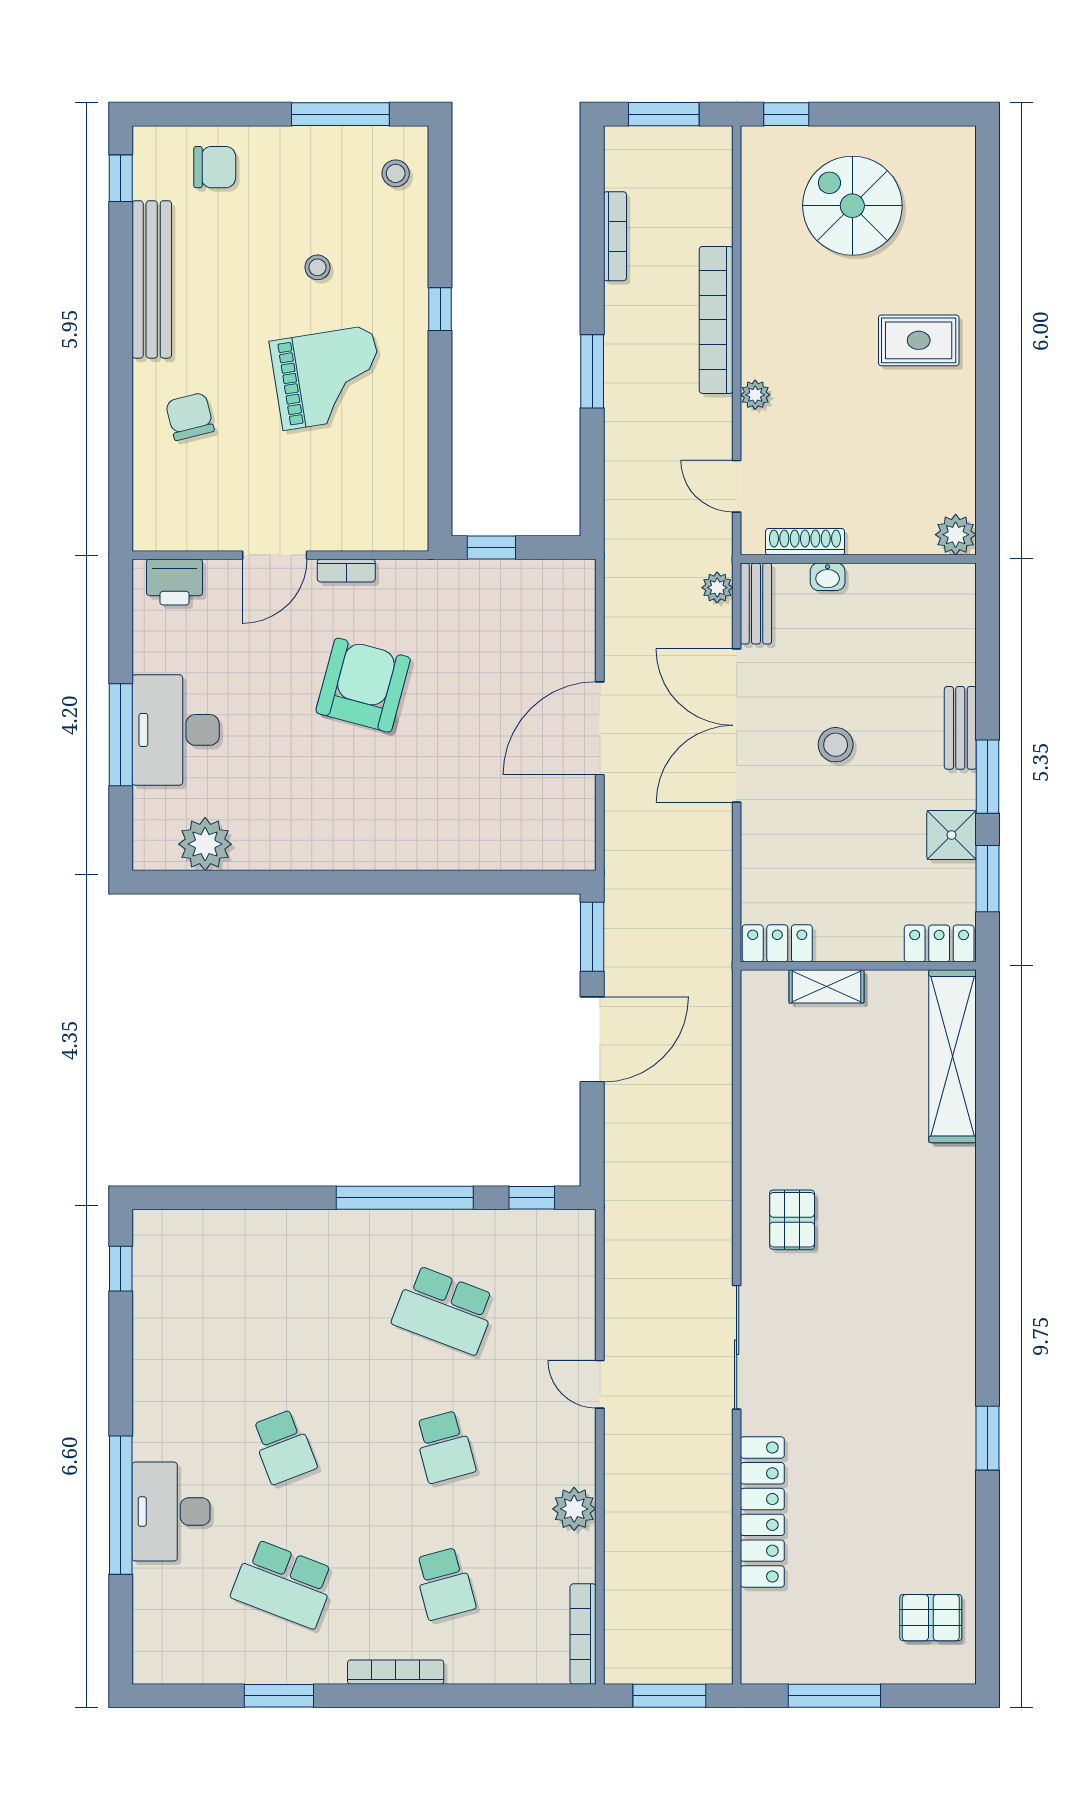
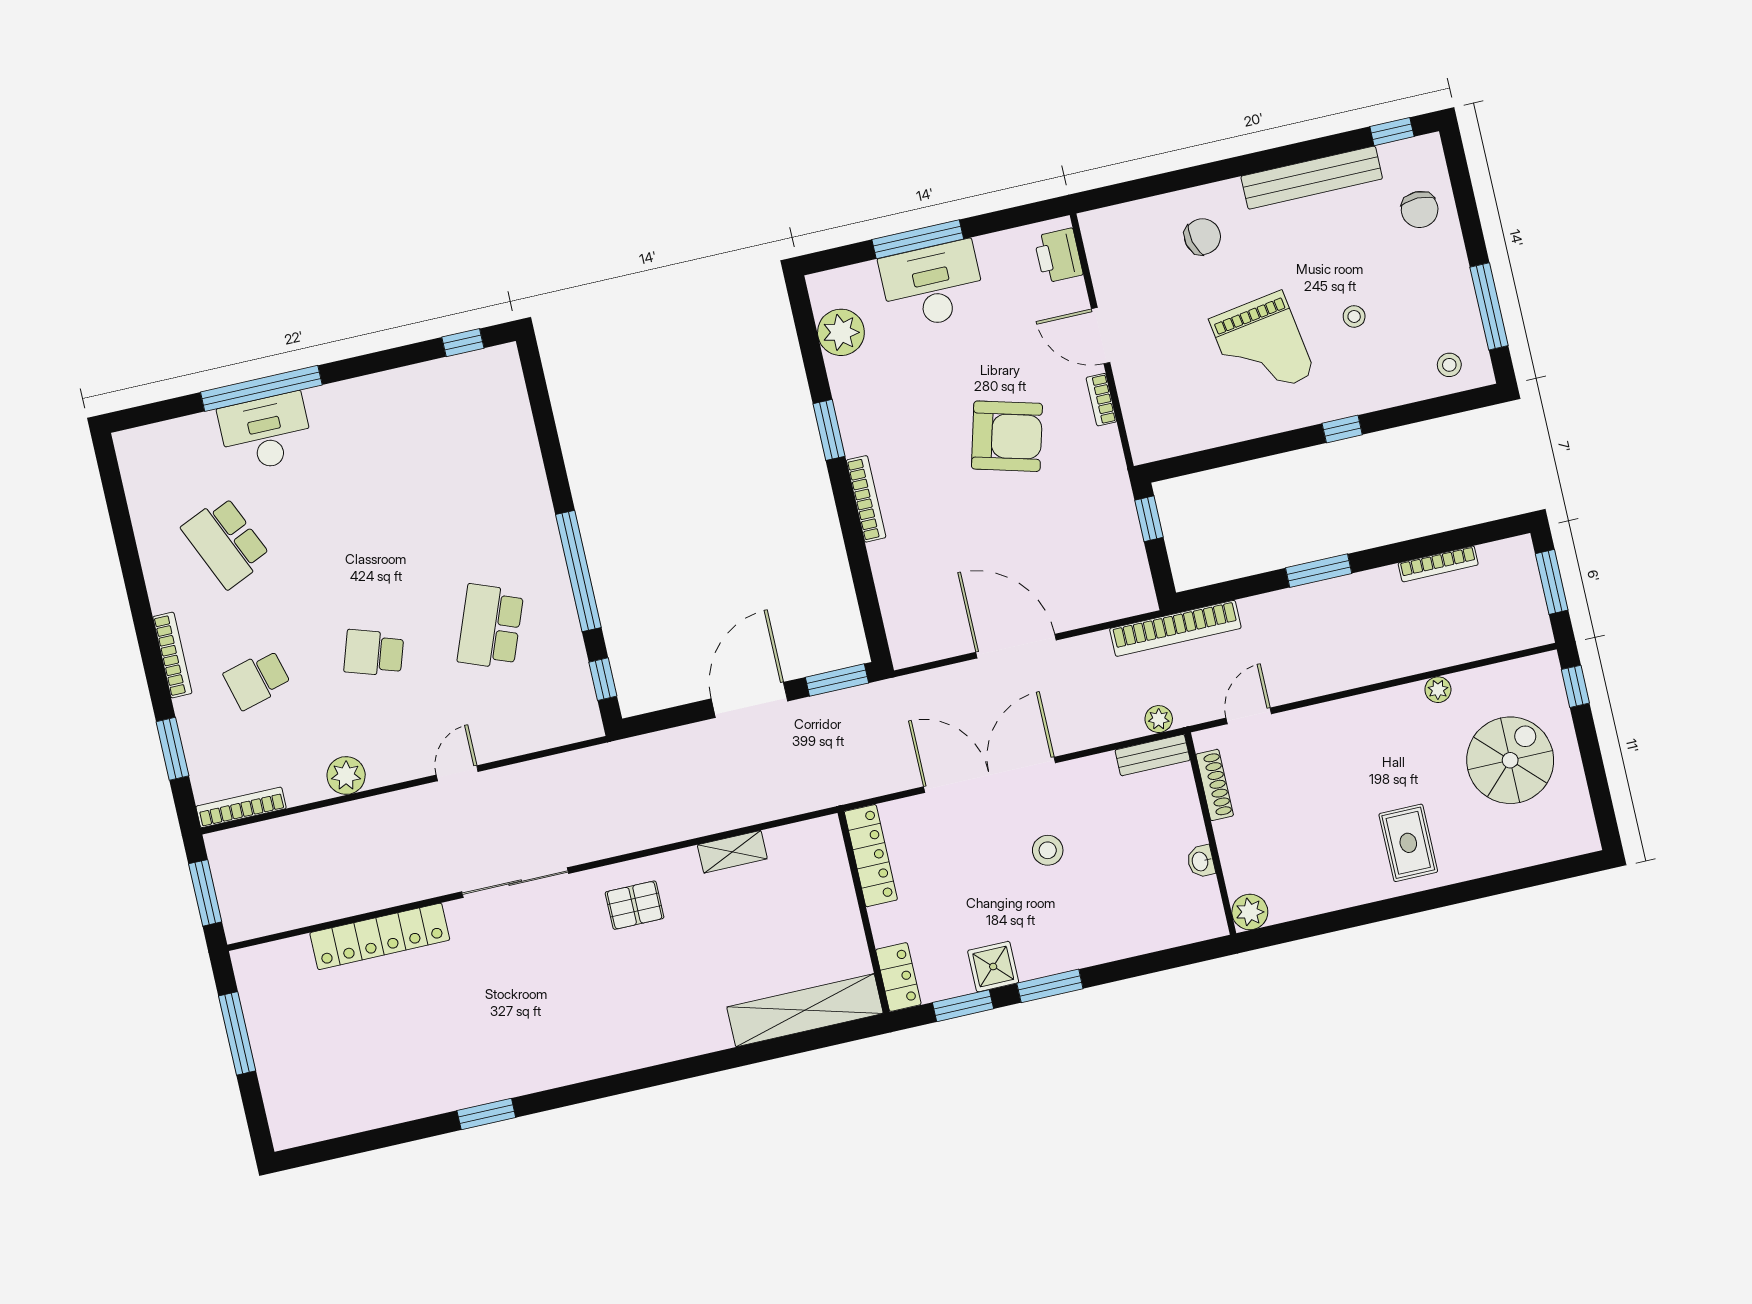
bookcase: (716, 320) -> (1175, 628), moved, turned 180
plant: (755, 395) -> (1438, 690), moved
washbasin: (828, 577) -> (1201, 861), moved
double door: (737, 725) -> (989, 775), moved
bench: (960, 728) -> (1086, 953), removed
bookcase: (397, 858) -> (866, 499), added
window: (311, 882) -> (829, 430), added
locker: (777, 943) -> (871, 856), width x1.53
shelving: (826, 986) -> (732, 852), moved, turned 90
door: (592, 1039) -> (749, 700), swing flipped
school desk: (284, 1447) -> (343, 516), removed
school desk: (444, 1447) -> (374, 653), turned 33
school desk: (284, 1584) -> (226, 542), turned -45
pallet: (931, 1618) -> (322, 1100), removed
window: (279, 1696) -> (172, 749), moved

